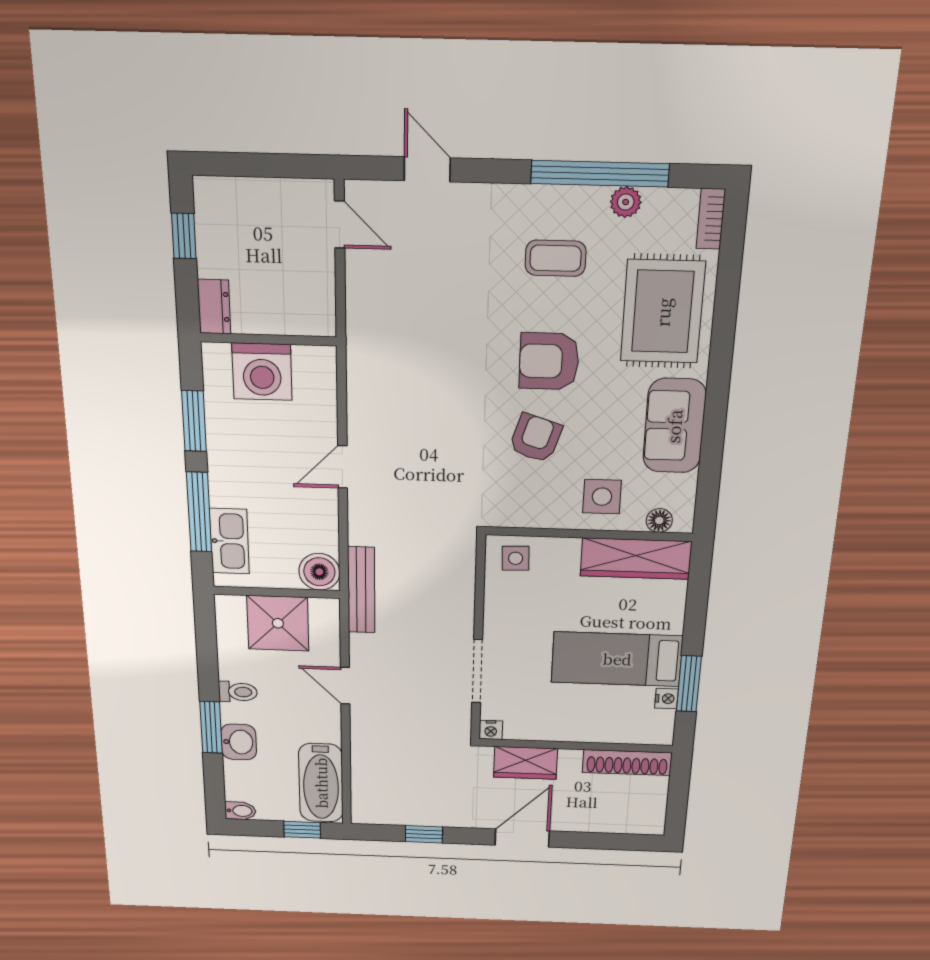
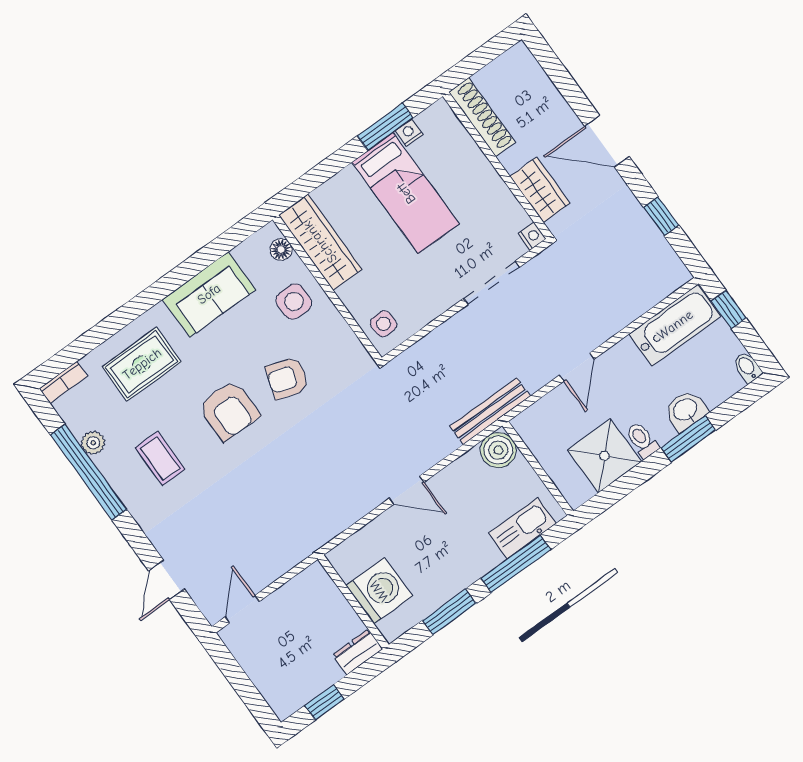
rug: (663, 312) -> (142, 364), width x0.73, depth x0.70
shower: (278, 623) -> (604, 456), moved

